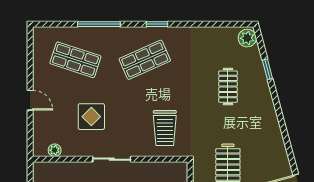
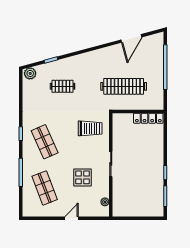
shop shelf: (75, 60) -> (45, 188), turned -39

